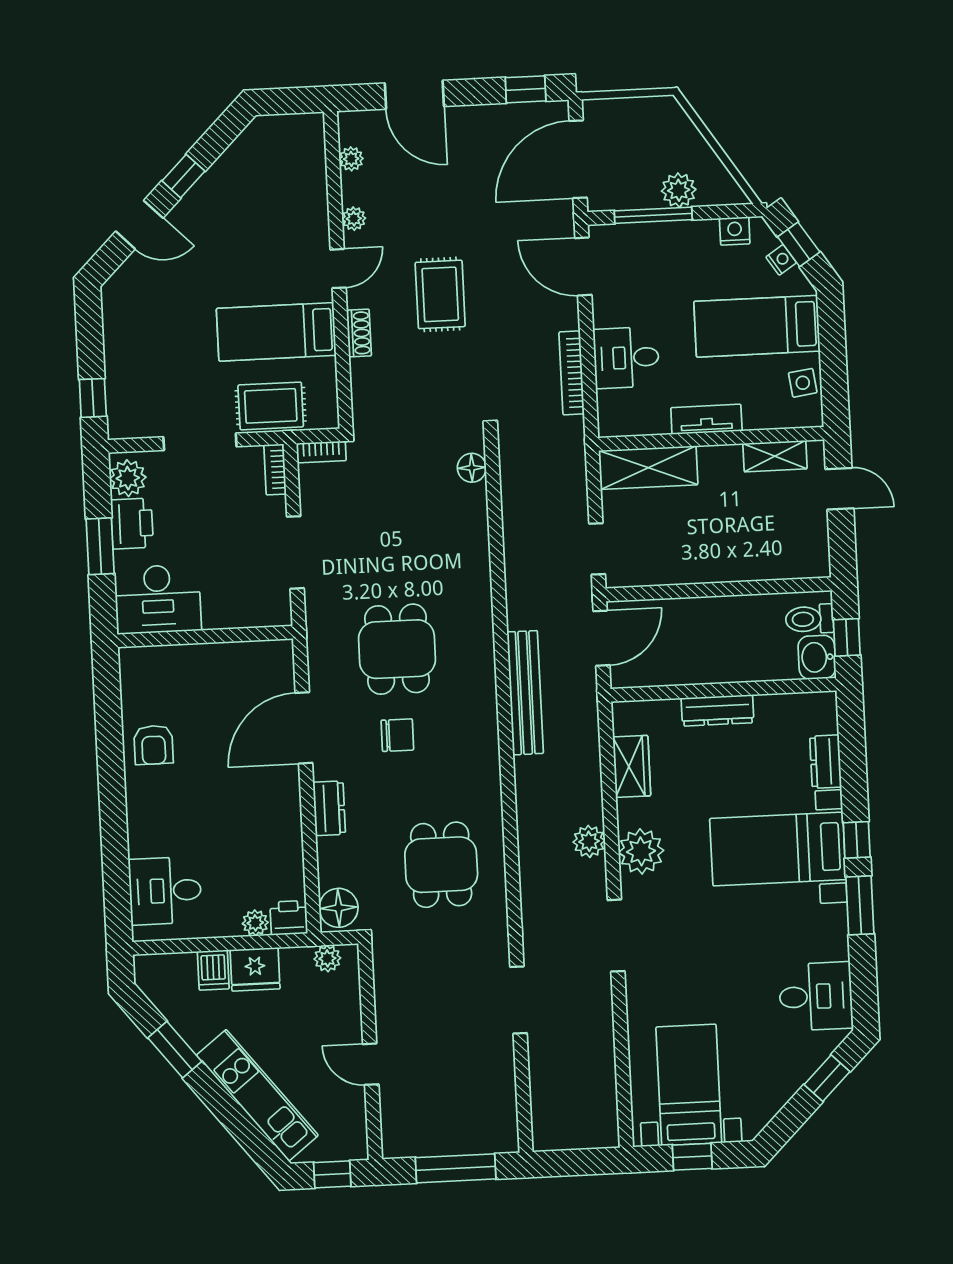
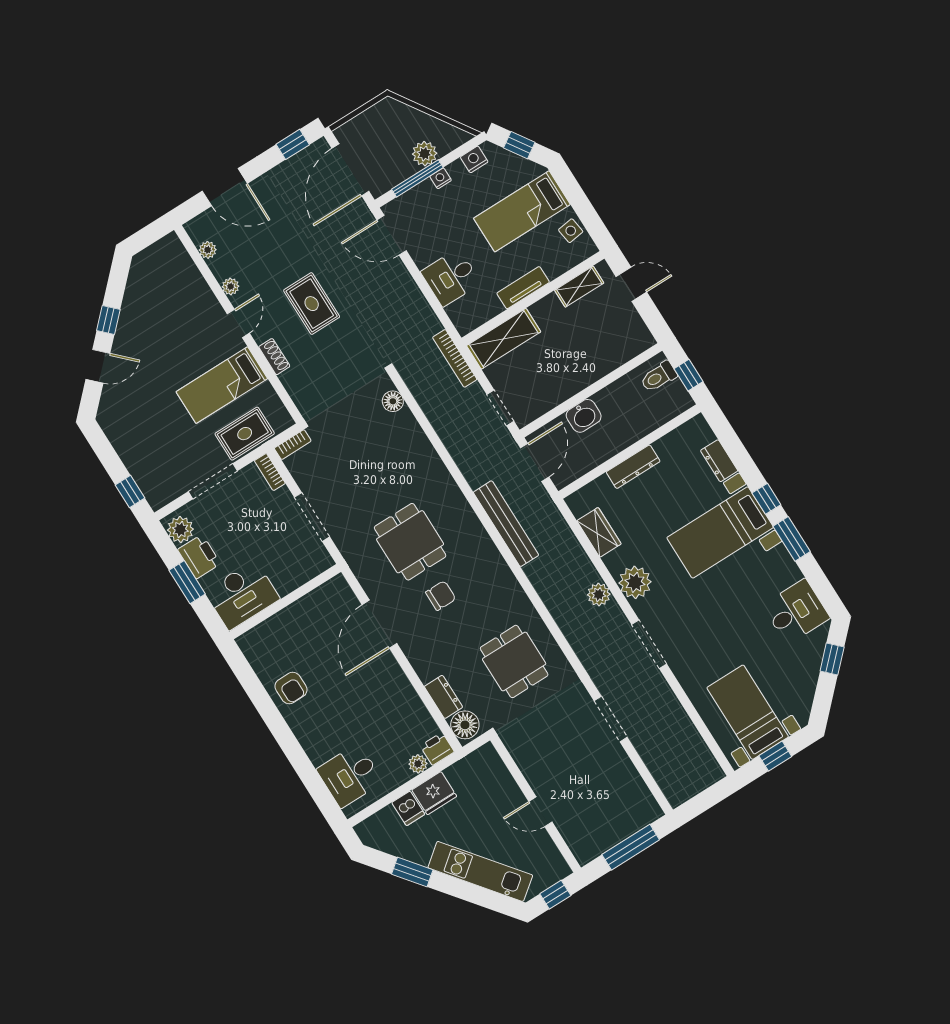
nightstand: (781, 260) -> (441, 178), moved, turned -57
bookcase: (572, 373) -> (455, 358), moved
washbasin: (817, 657) -> (584, 416), moved, turned -90
dresser: (329, 808) -> (444, 697), moved
plant: (327, 958) -> (476, 761), removed

